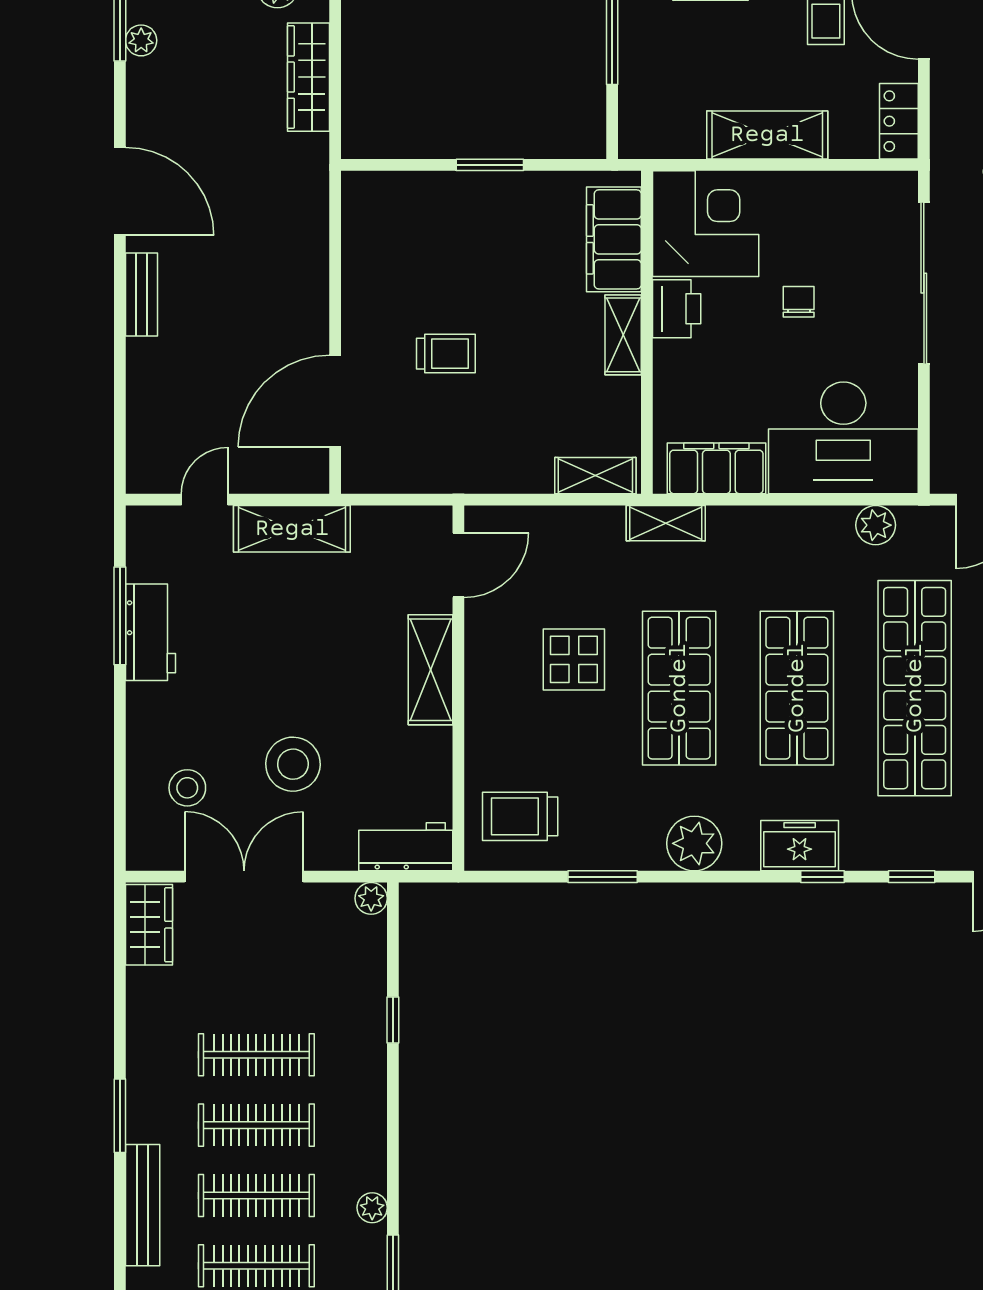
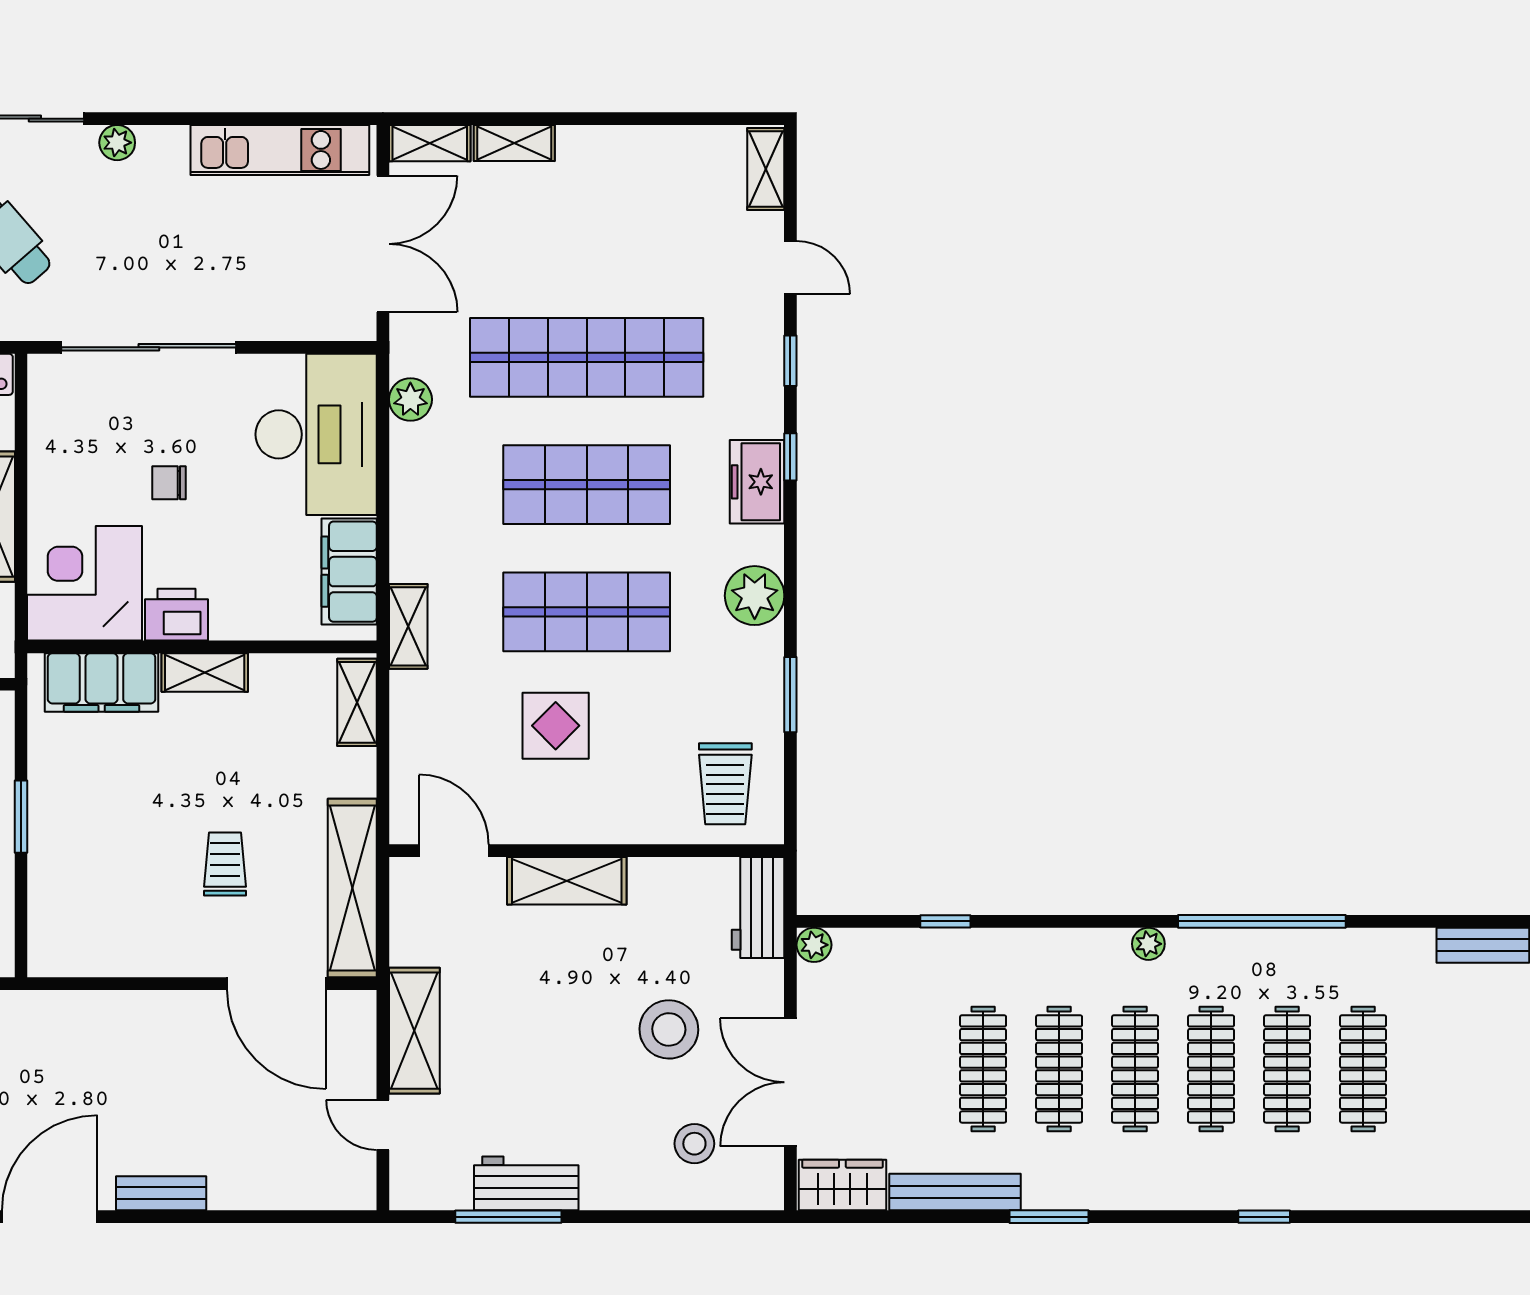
shelving: (424, 471) -> (352, 888), added
bench: (143, 1205) -> (955, 1192), moved

